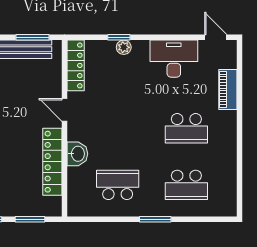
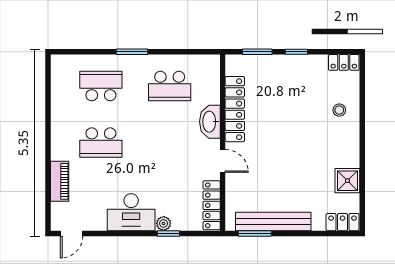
door: (216, 37) -> (72, 233), hinge flipped
desk: (174, 59) -> (131, 212), moved
school desk: (186, 128) -> (101, 143), turned 180
washbasin: (77, 154) -> (210, 122), width x1.38

